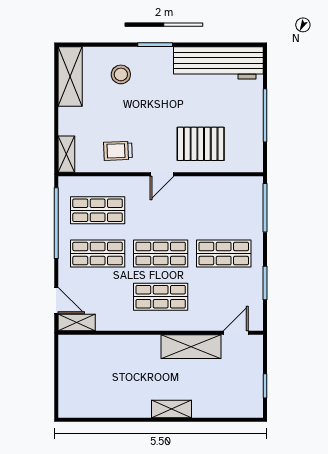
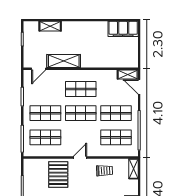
pallet: (201, 144) -> (58, 175), turned 90
shop shelf: (224, 210) -> (45, 137), added
filing cabinet: (85, 404) -> (123, 29), added
shelving: (171, 409) -> (50, 26), moved

